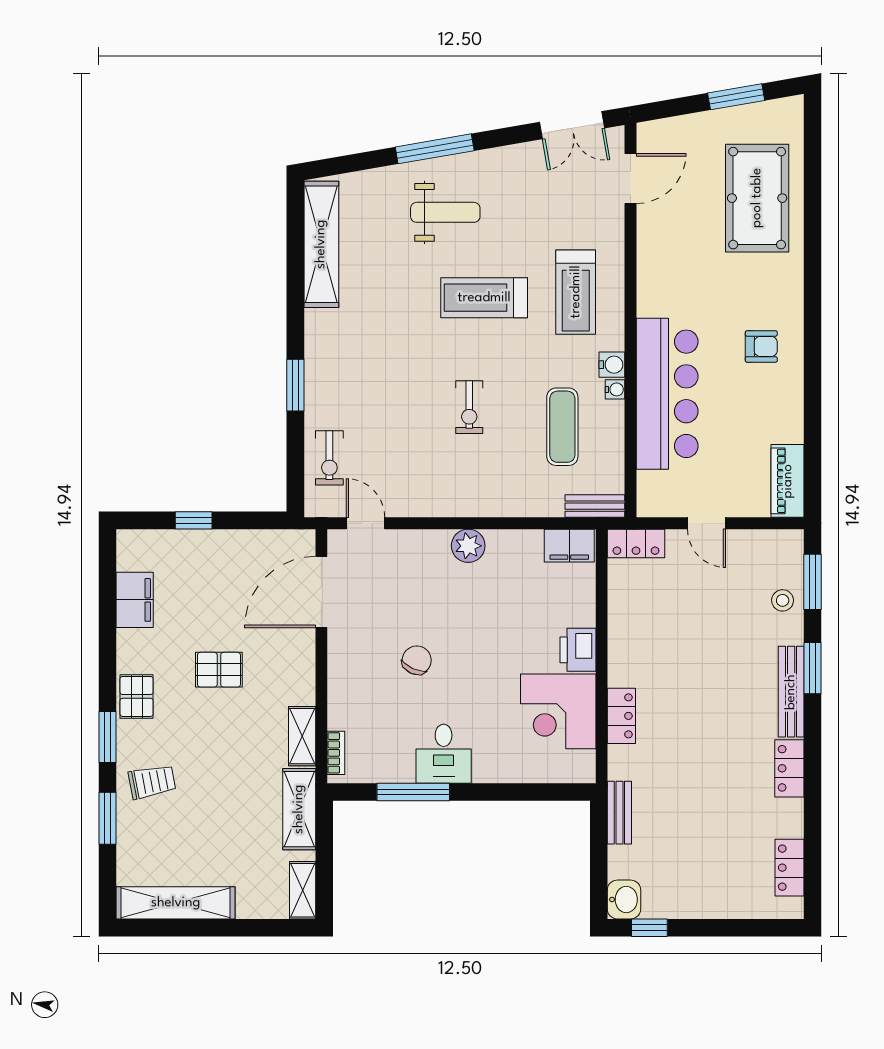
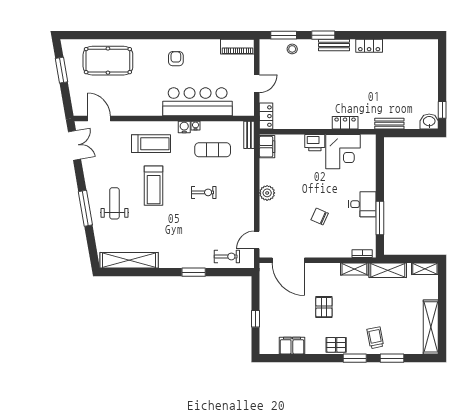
bench: (791, 692) -> (334, 45), width x0.73
locker: (789, 868) -> (415, 46), removed

